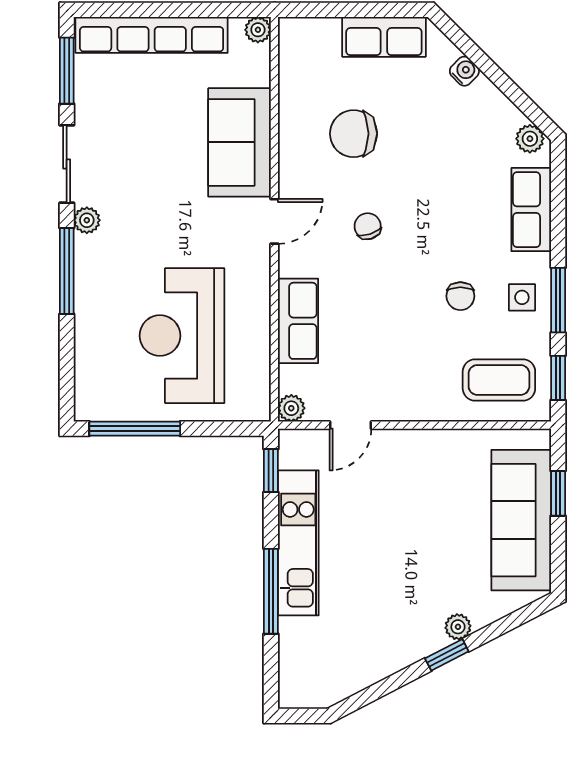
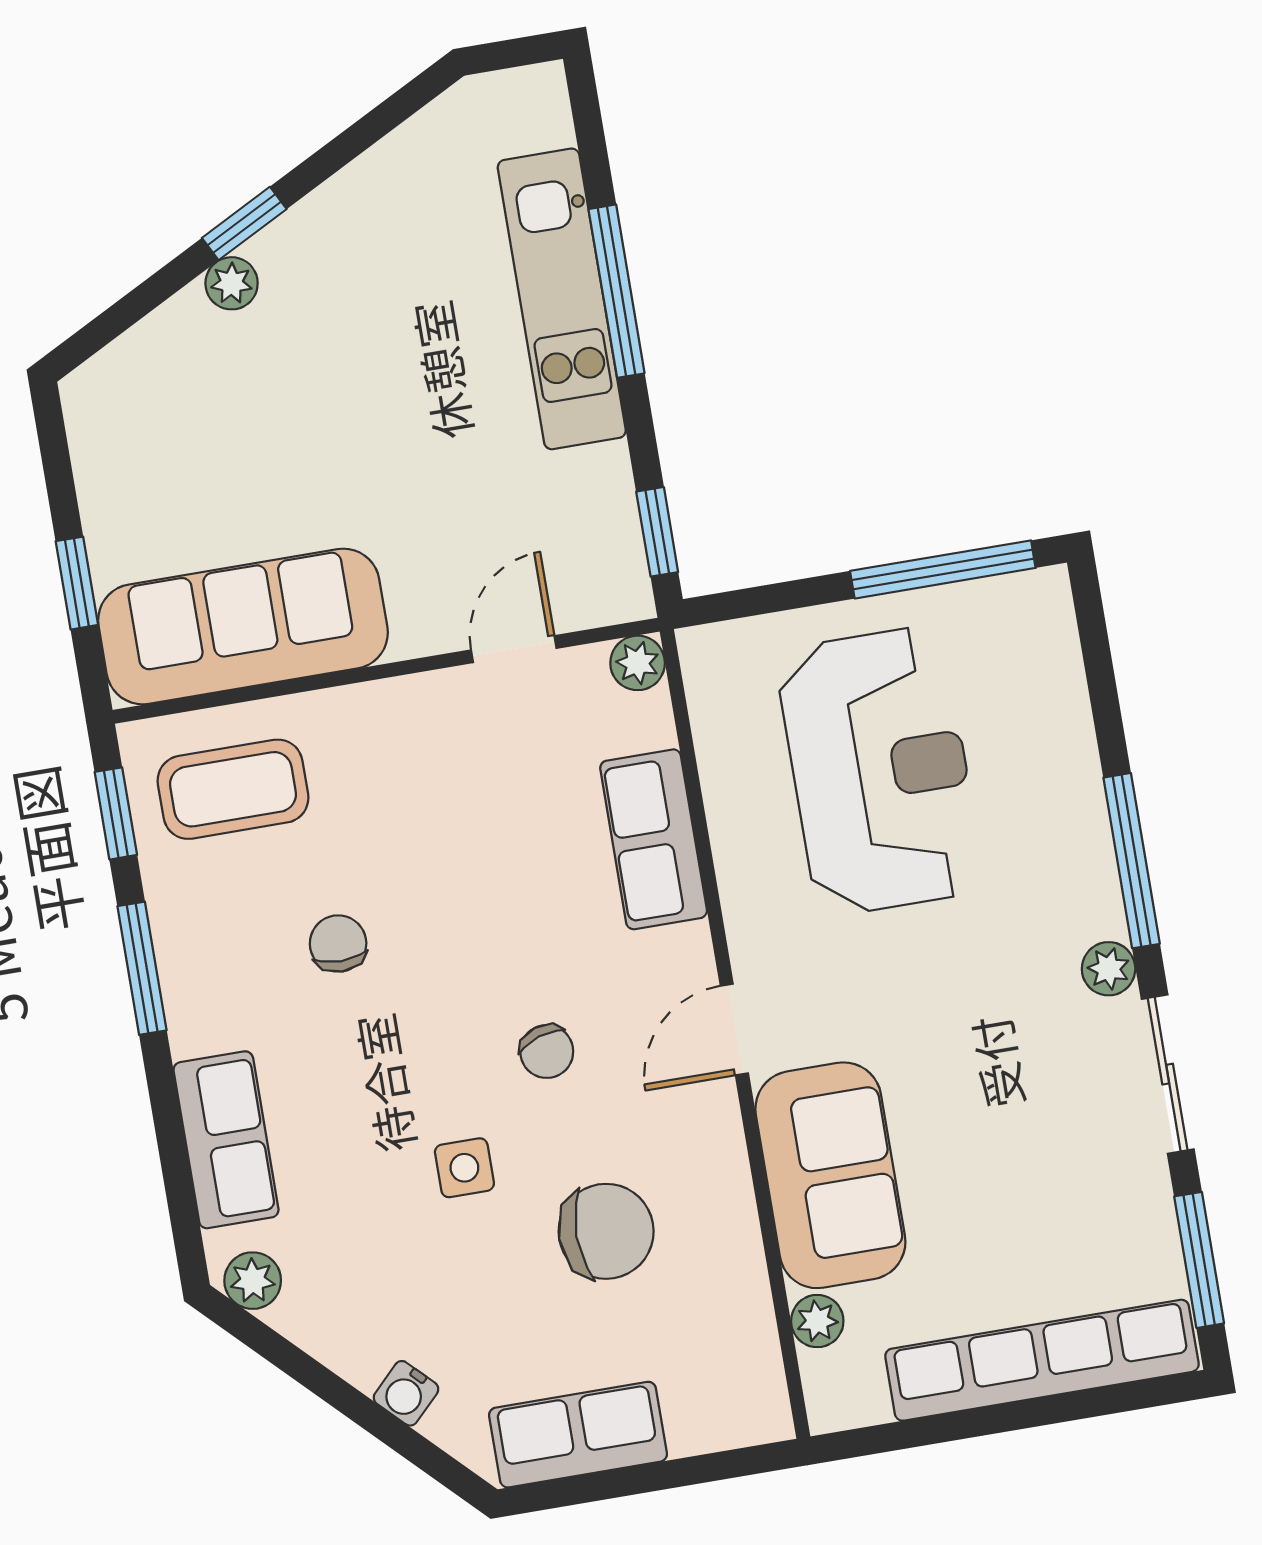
plant: (258, 30) -> (817, 1321), moved
side table: (522, 297) -> (464, 1168), moved
sofa: (521, 520) -> (243, 626), moved, turned -90
kitchen unit: (298, 543) -> (562, 299), moved

